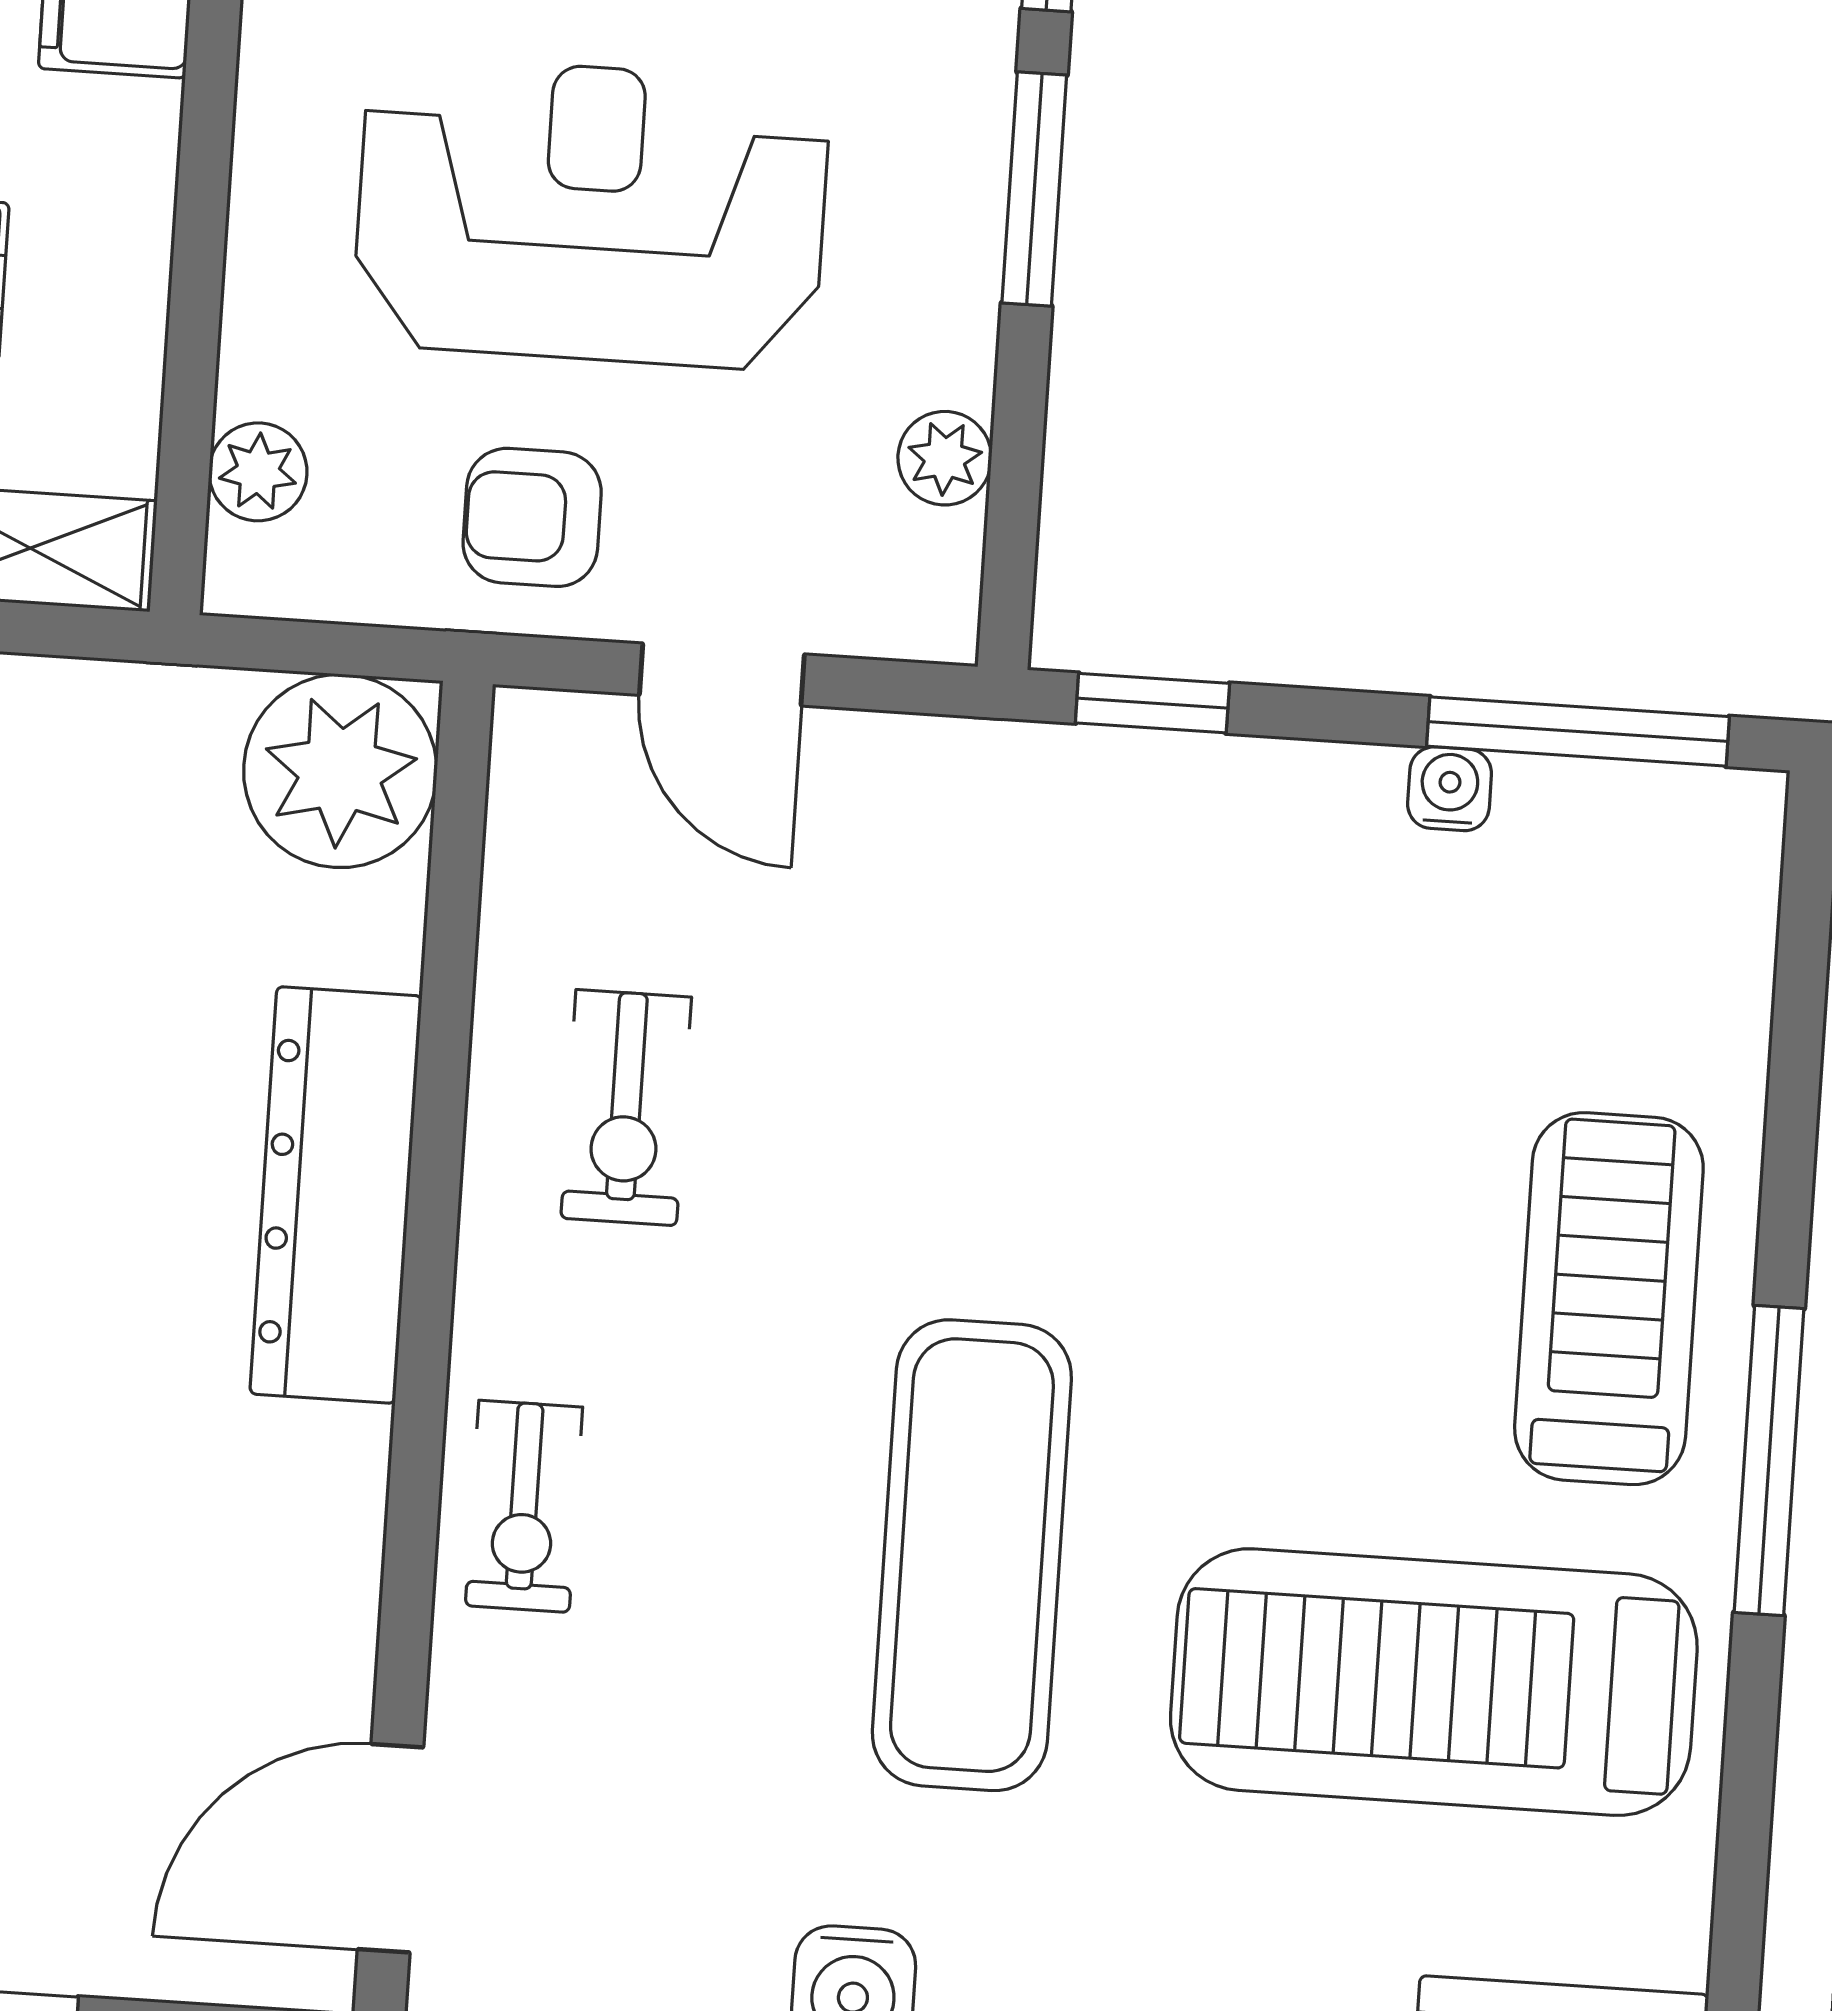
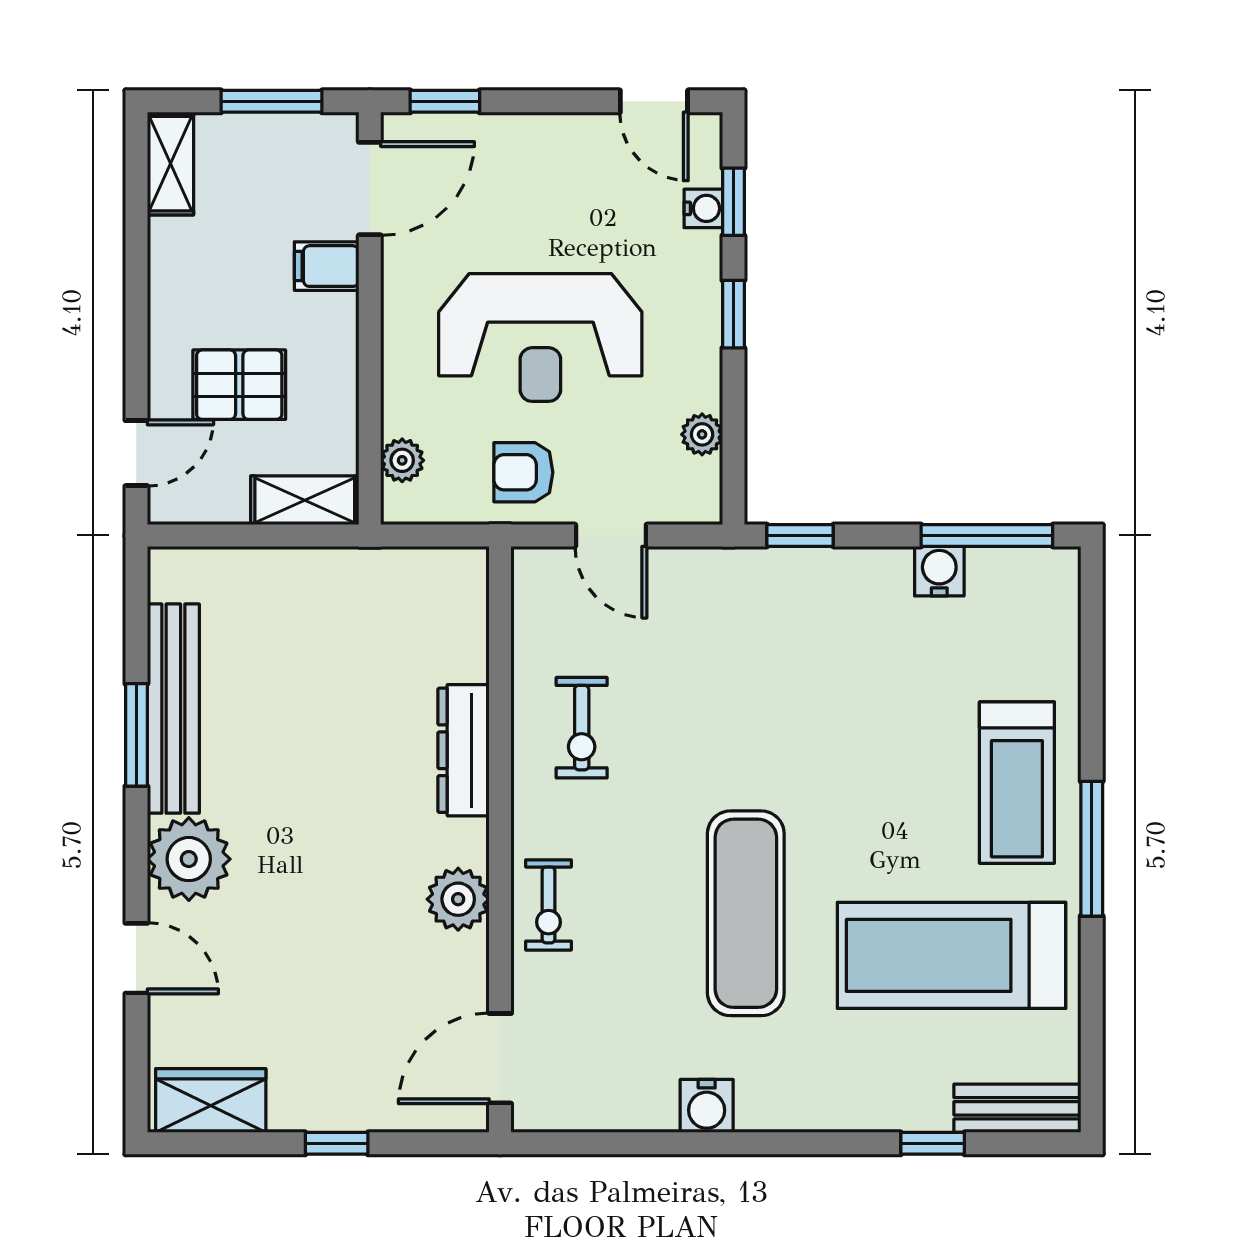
window: (1034, 189) -> (733, 314), width x0.67
reception desk: (591, 213) -> (540, 337), turned 180
plant: (340, 771) -> (458, 899), moved, width x0.73, depth x0.73
water cooler: (1450, 789) -> (939, 571), width x1.38, depth x1.38
dresser: (336, 1195) -> (464, 750), width x0.73, depth x0.80
treadmill: (1609, 1299) -> (1017, 783), turned 180

